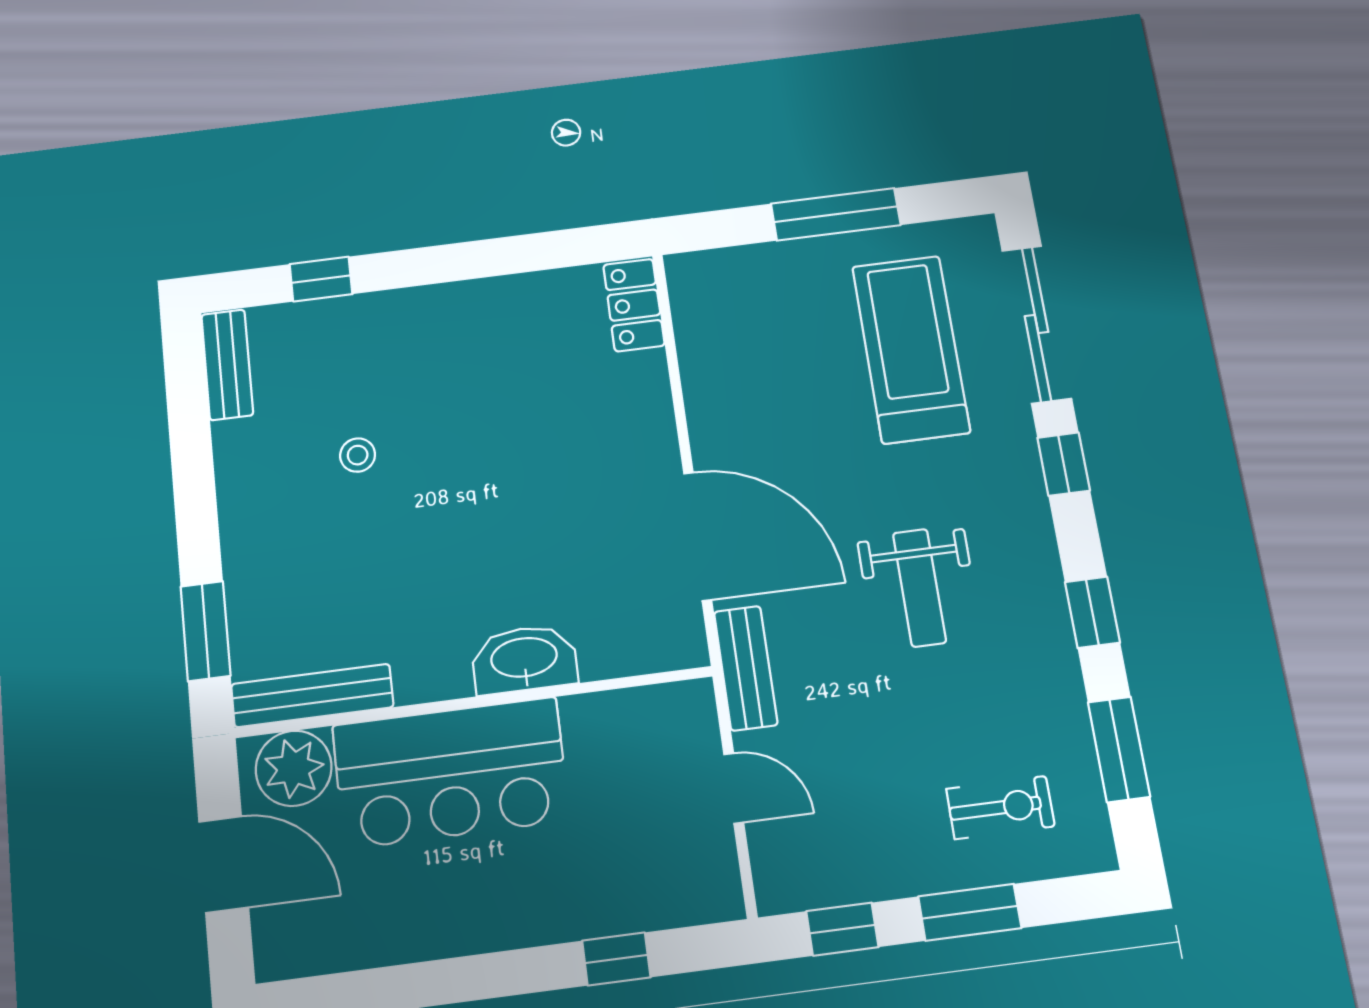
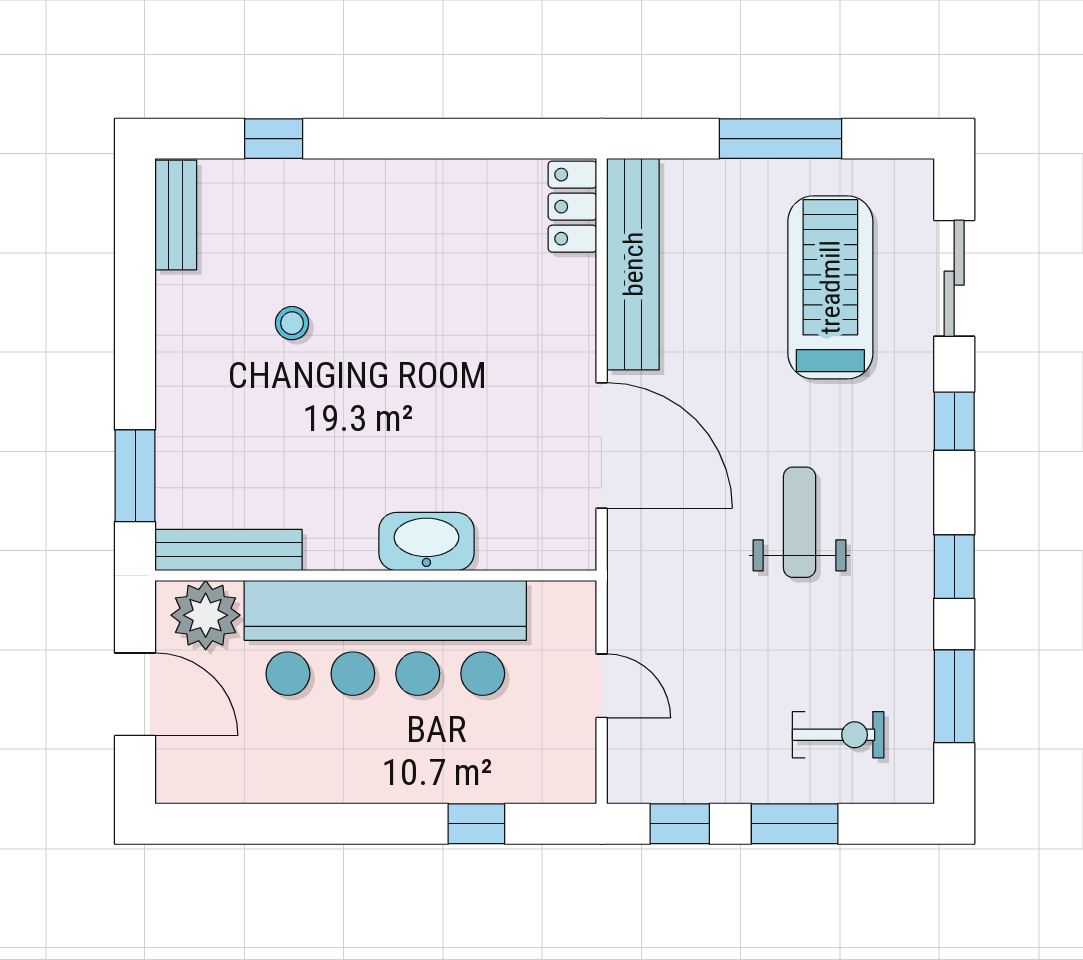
sliding door: (1036, 324) -> (954, 278), width x0.73
weight bench: (919, 588) -> (800, 522), turned 180
bench: (746, 668) -> (633, 264), moved, width x1.86, depth x1.21
bar counter: (451, 773) -> (385, 638), width x1.36

